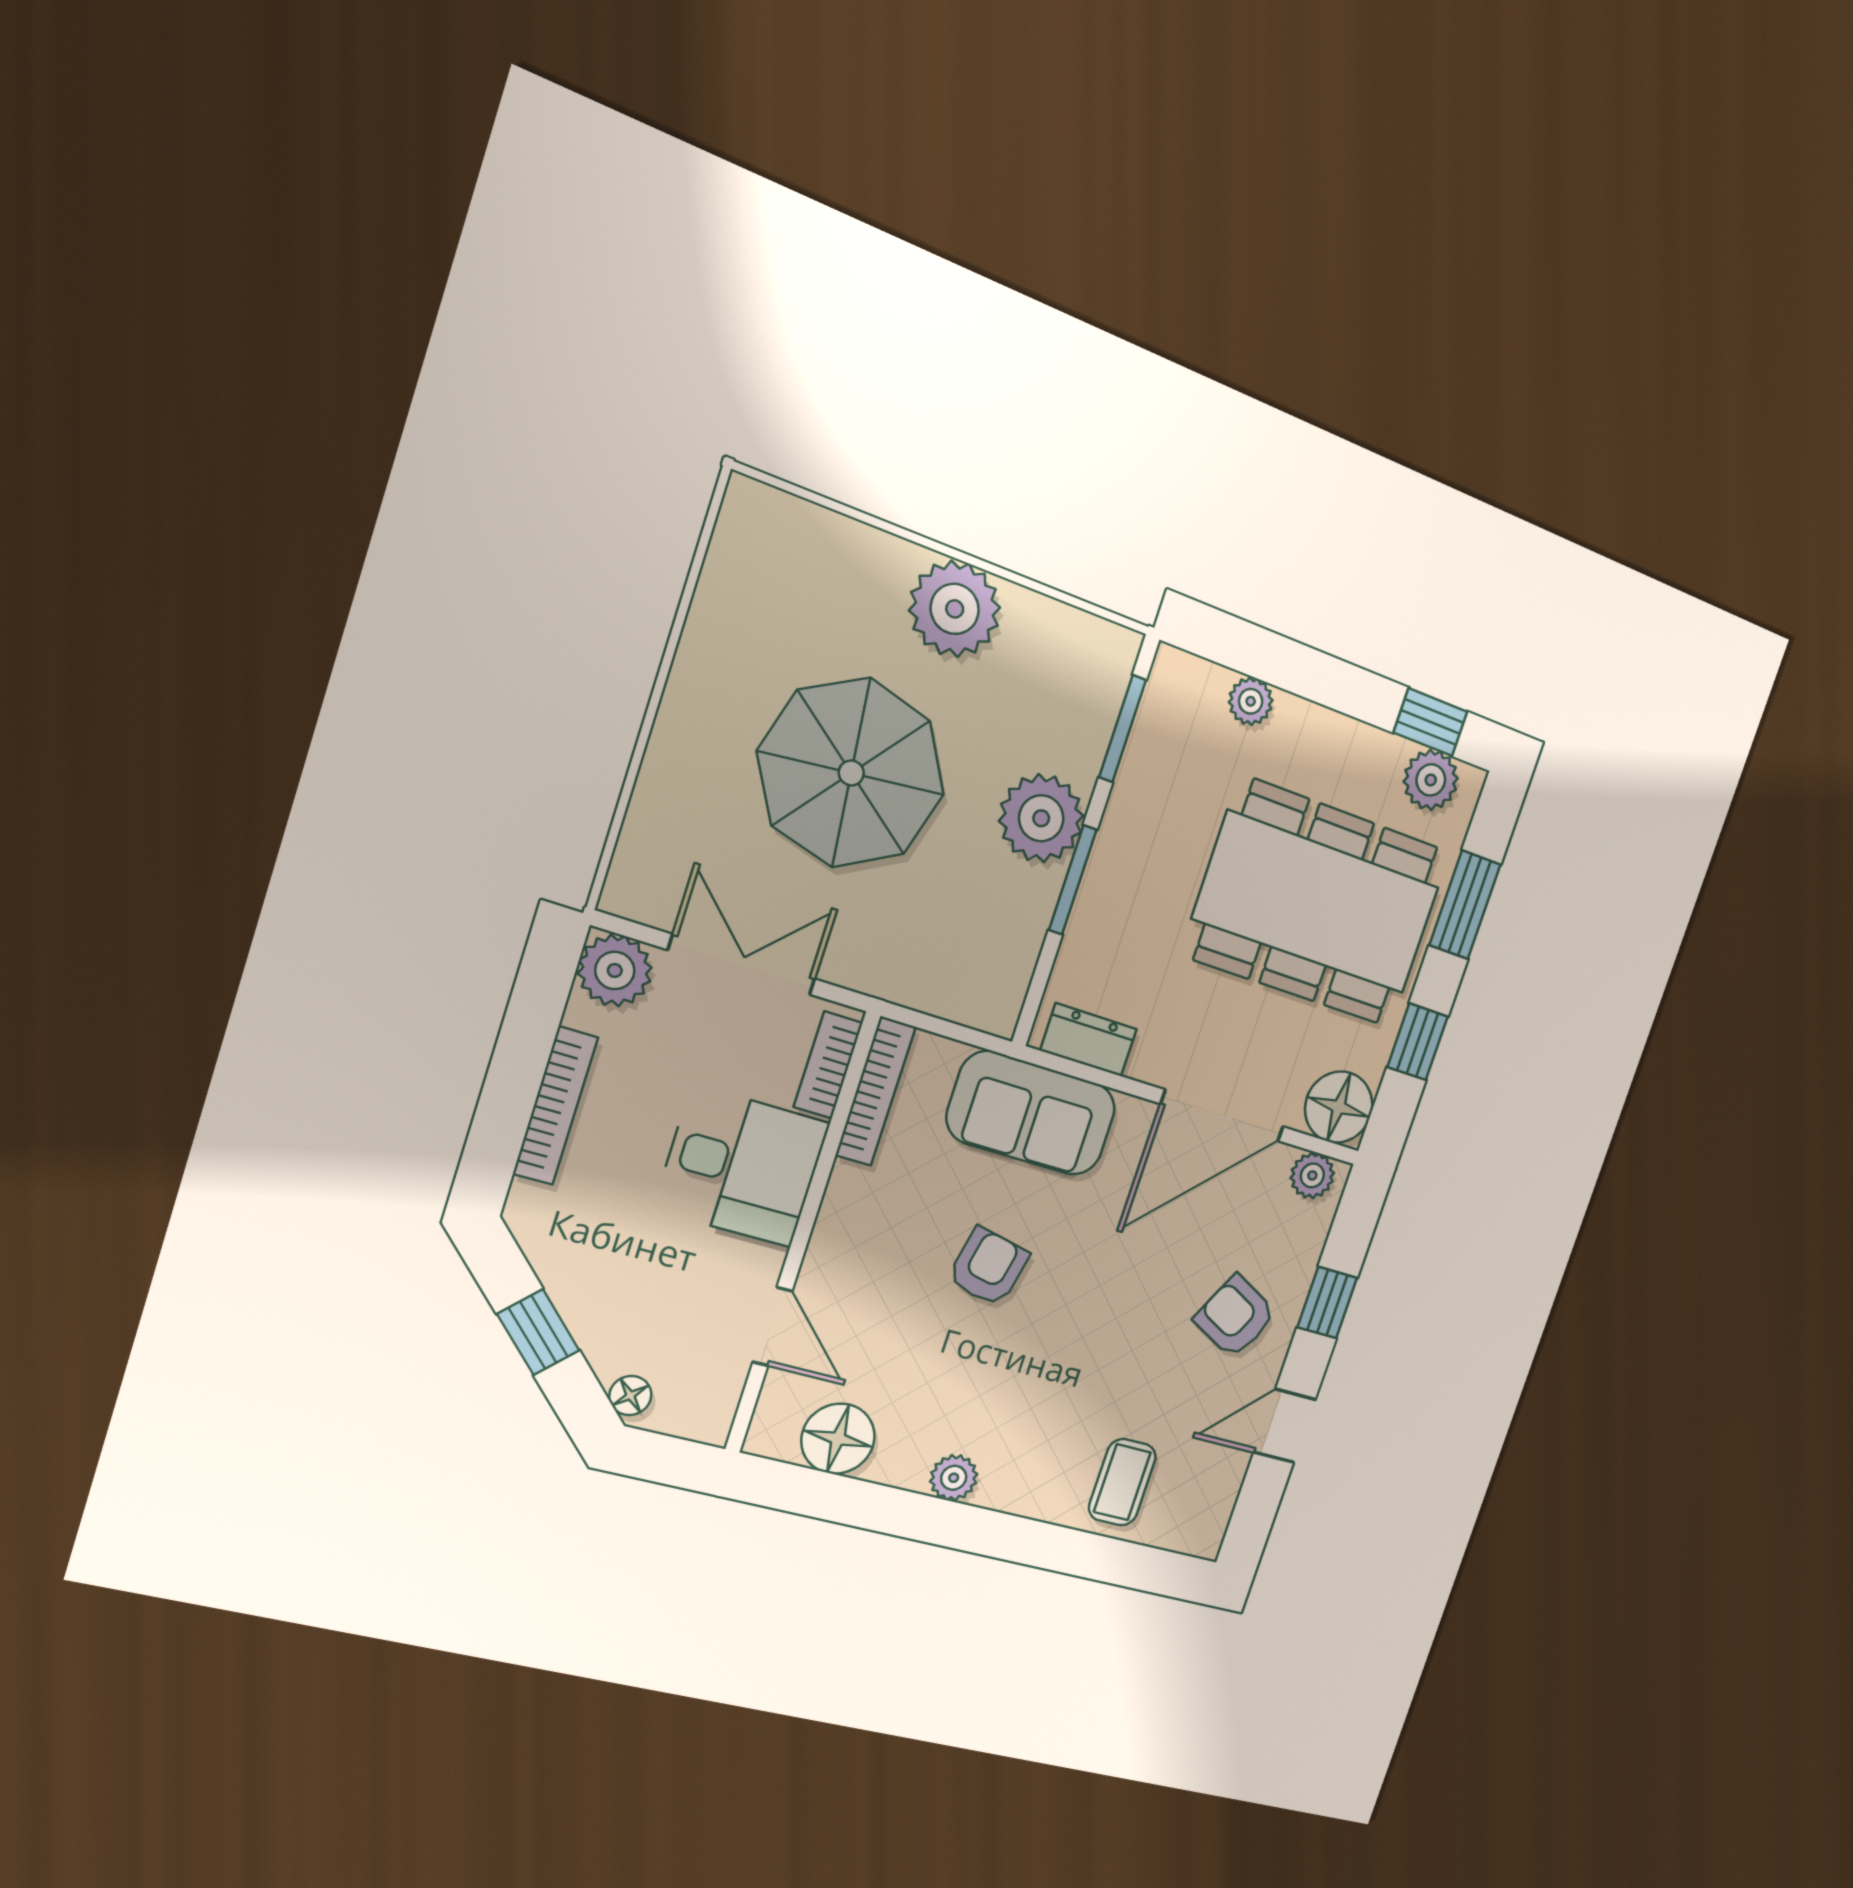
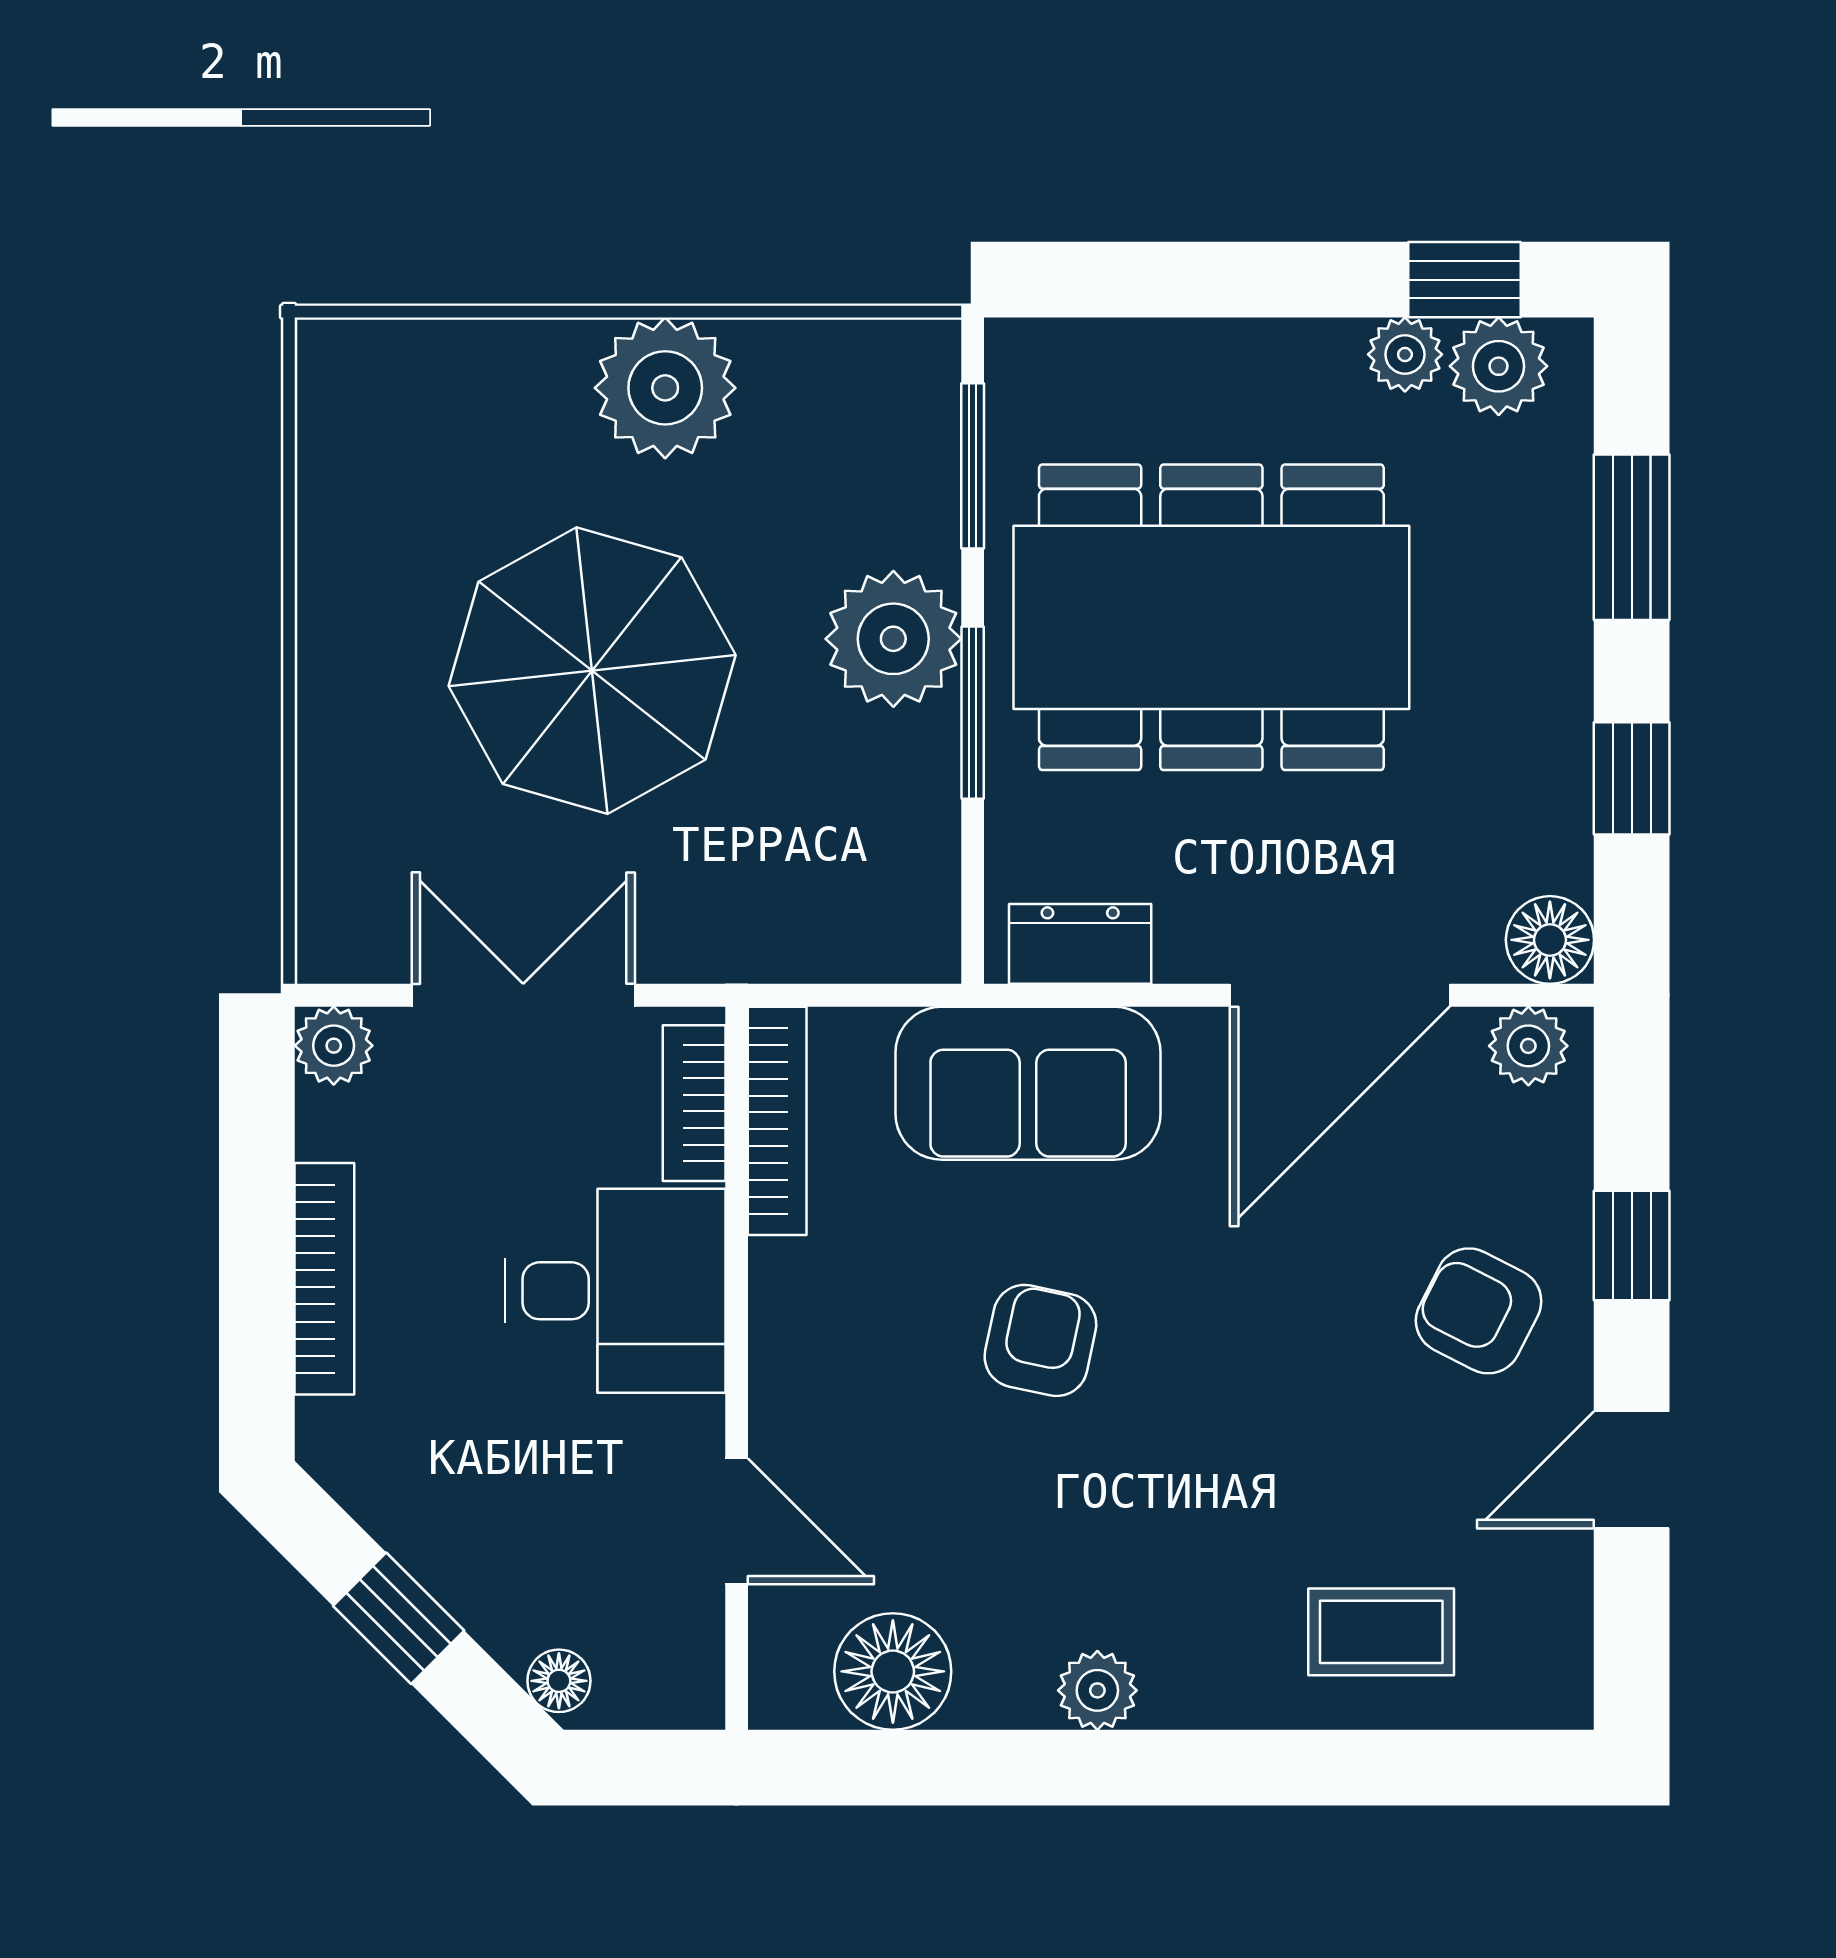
plant: (1251, 701) -> (1405, 354), moved
dining table: (1317, 903) -> (1211, 617), moved
plant: (615, 970) -> (334, 1046), width x0.73, depth x0.73
floor lamp: (1339, 1107) -> (1550, 940), width x0.73, depth x0.73
coffee table: (1122, 1482) -> (1381, 1632), turned 90

